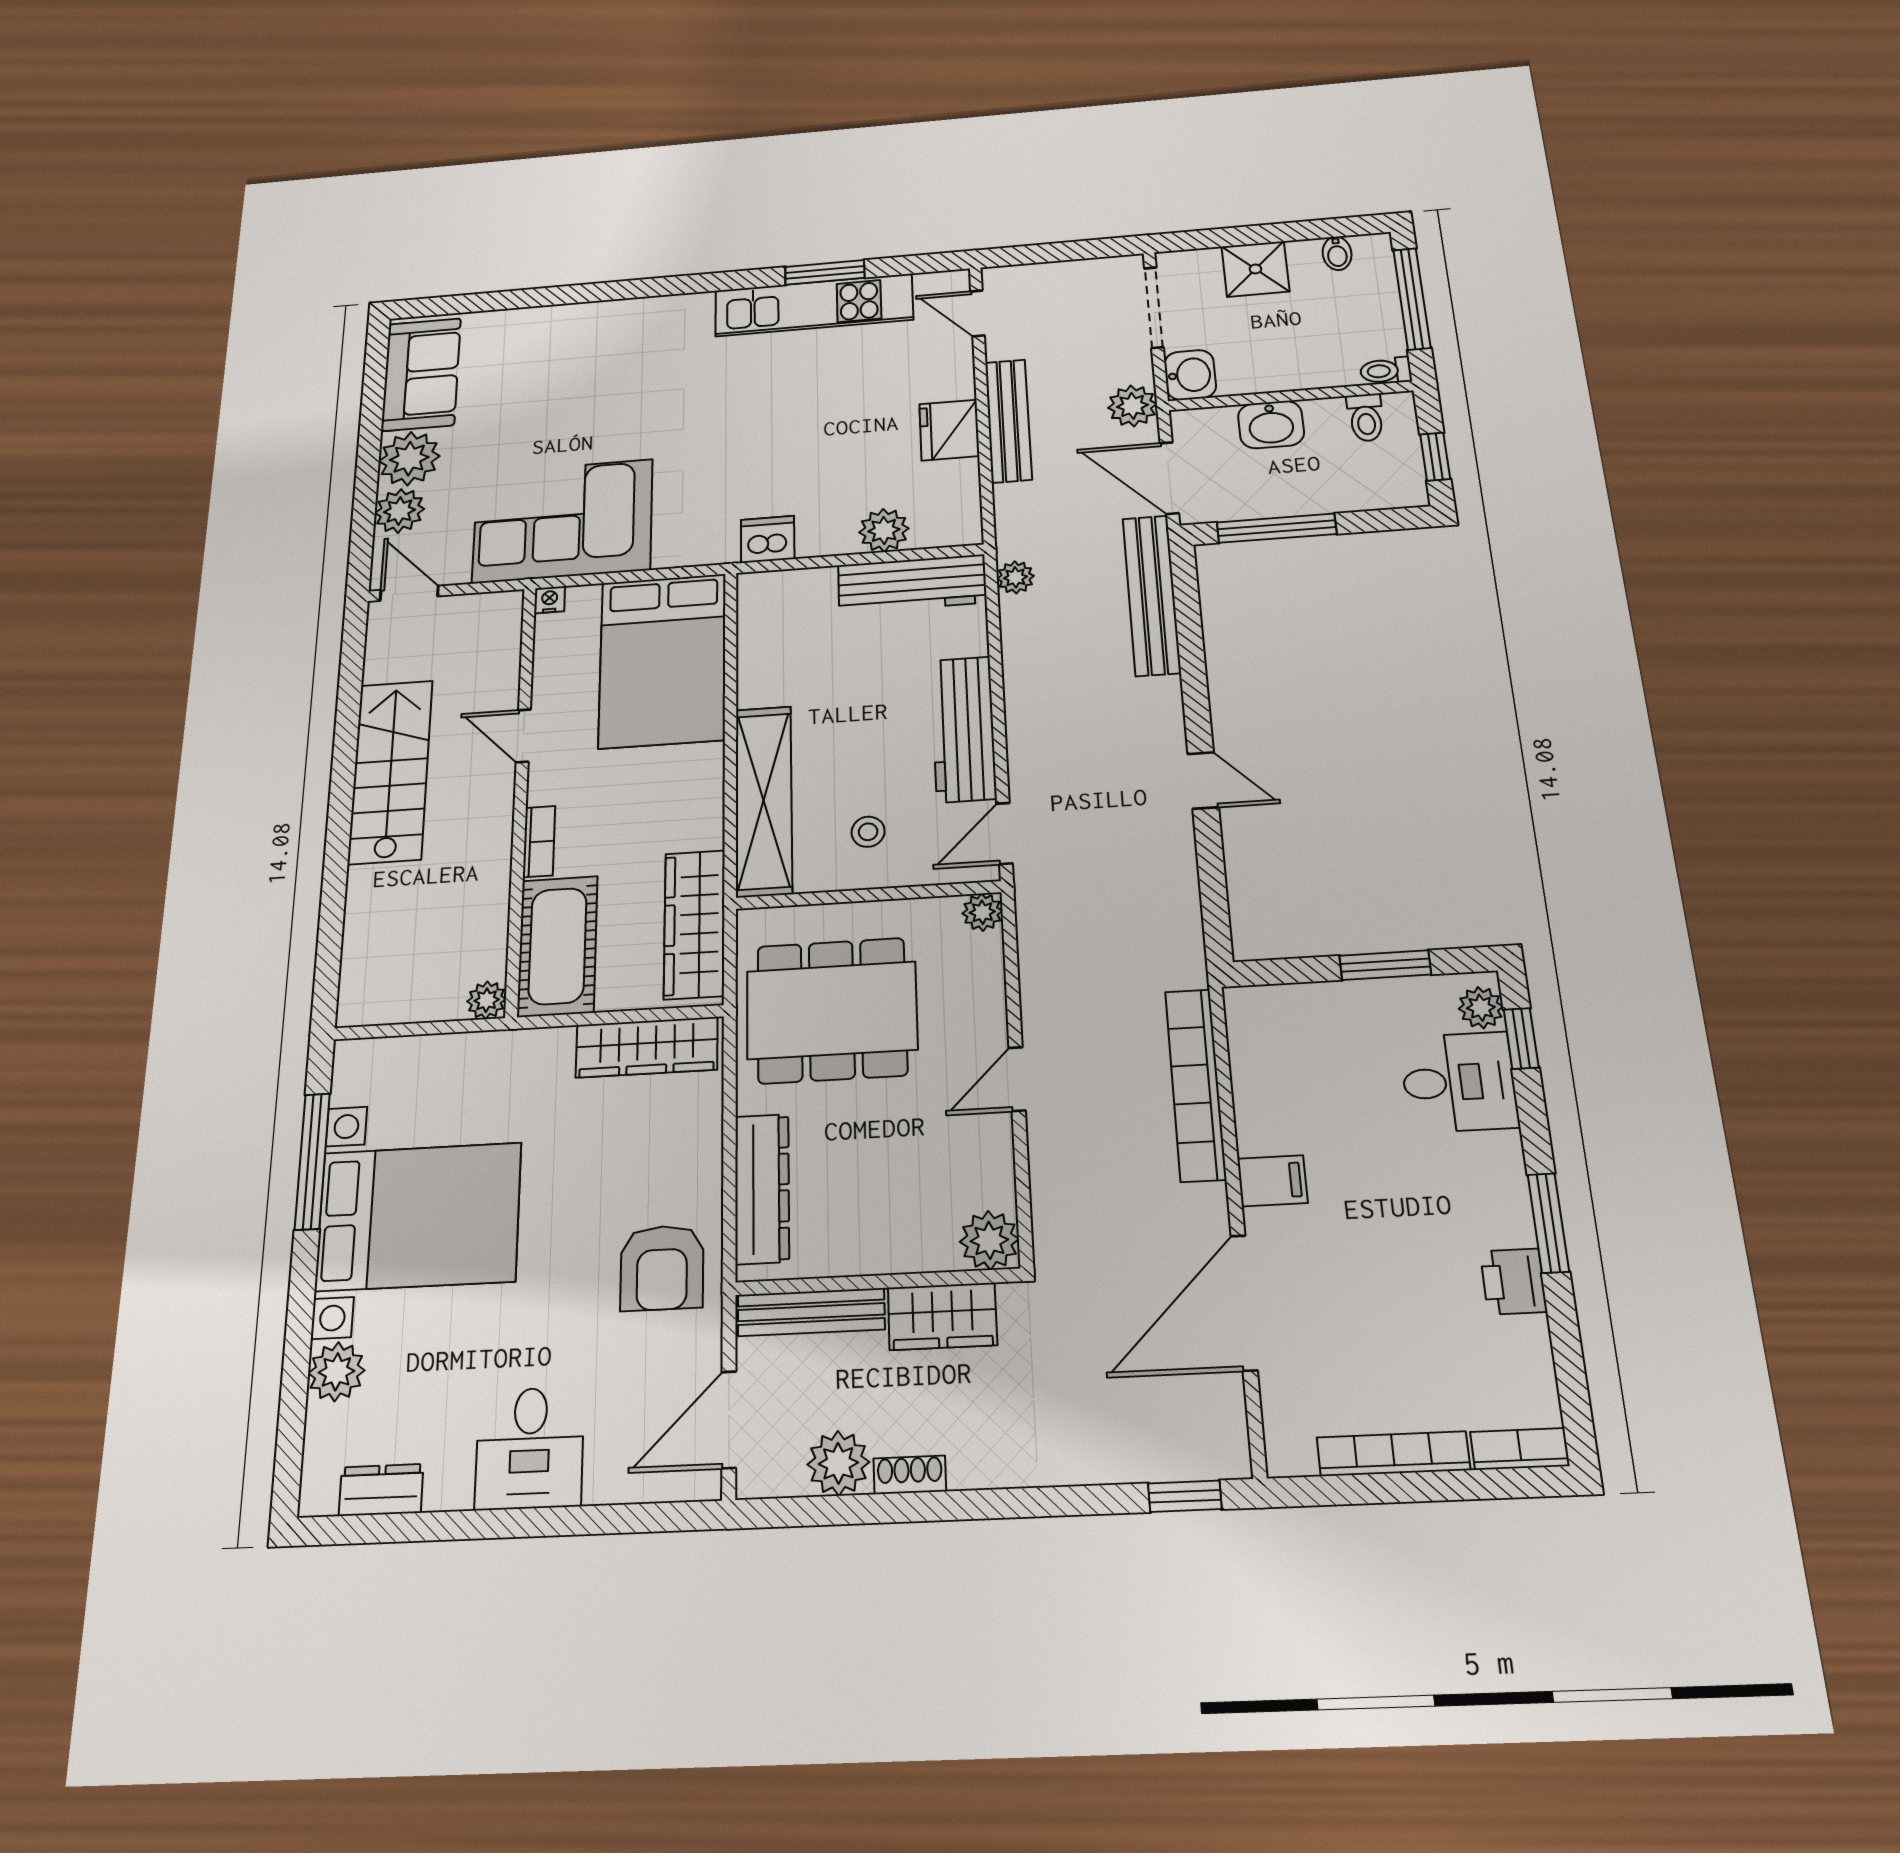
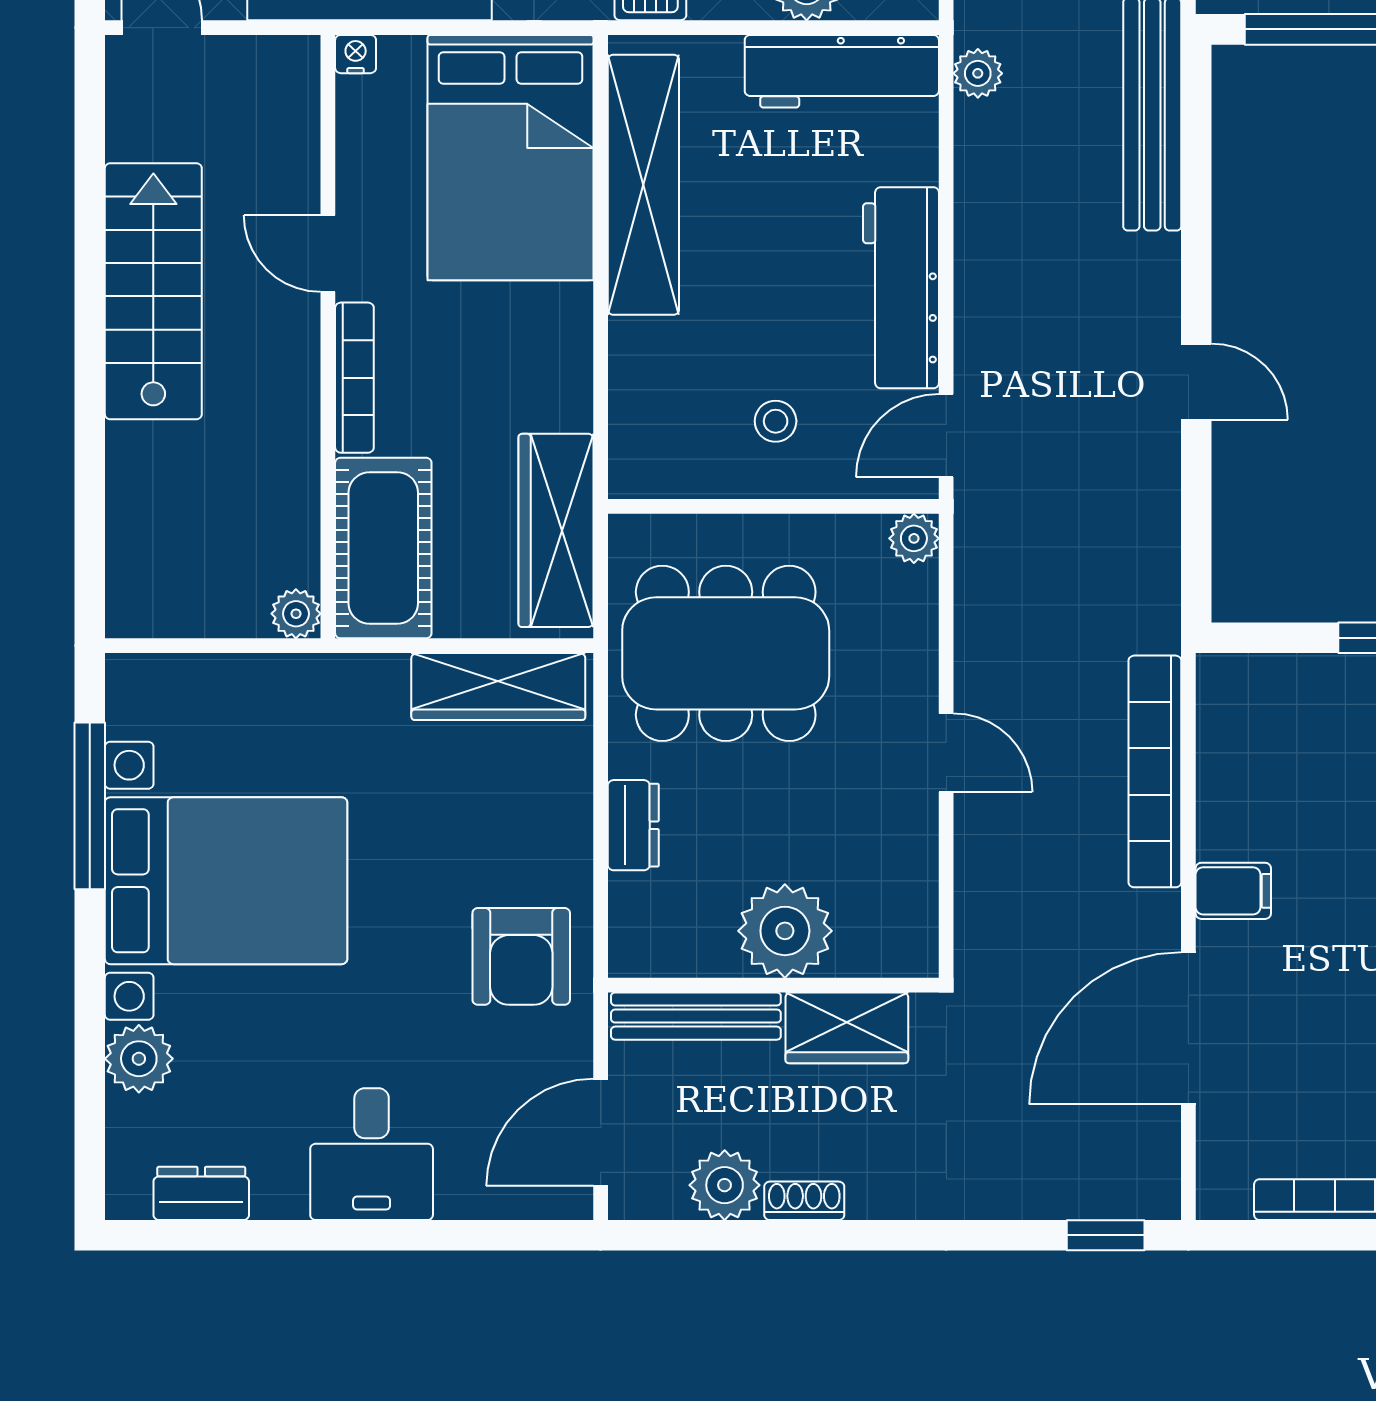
shelving: (764, 801) -> (643, 185), moved
bookcase: (539, 841) -> (354, 378), width x1.56
door: (1017, 1079) -> (946, 753), swing flipped
dresser: (762, 1188) -> (633, 825), width x0.51, depth x0.80
plant: (989, 1240) -> (785, 931), moved, width x1.36, depth x1.36

